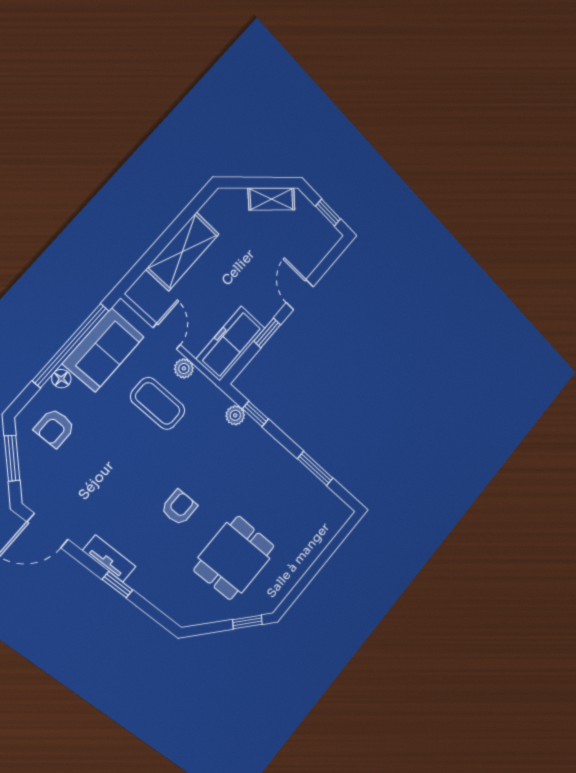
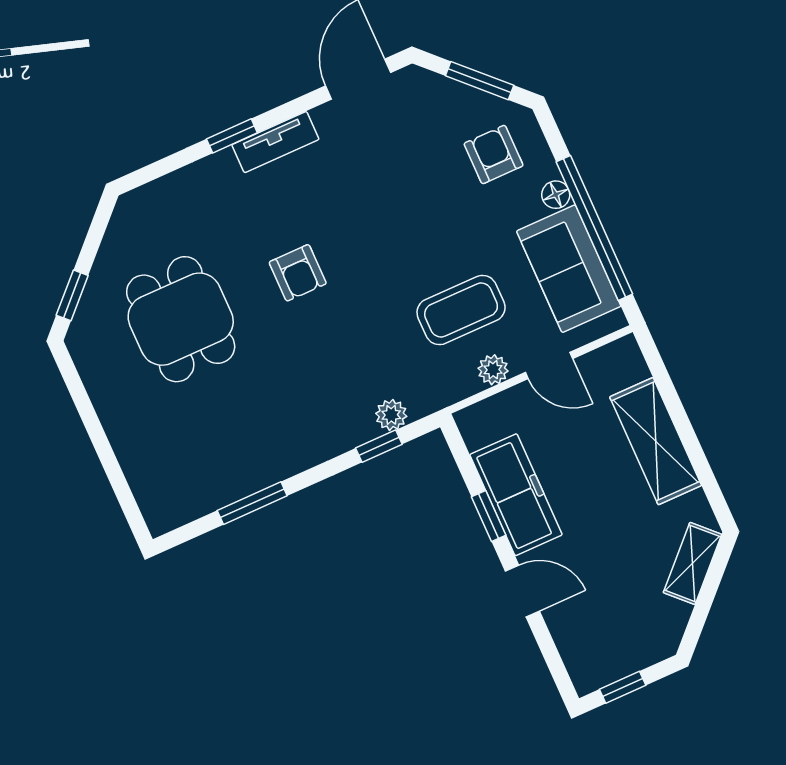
shelving: (271, 199) -> (692, 563), moved
freezer: (231, 344) -> (516, 495), moved

